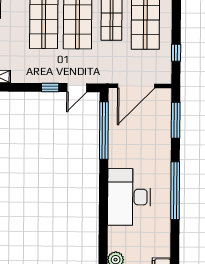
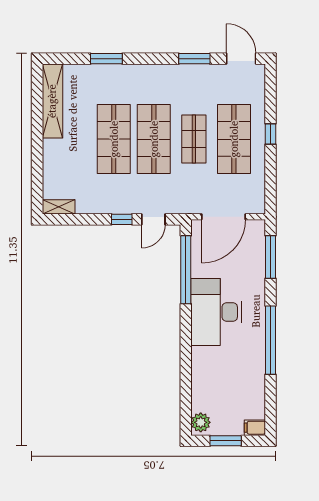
window: (176, 53) -> (270, 134), moved
desk: (129, 197) -> (216, 312), moved

